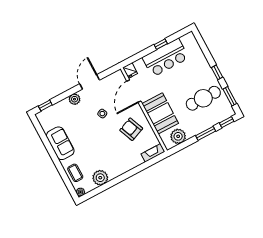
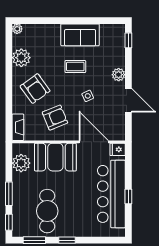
bar counter: (165, 58) -> (111, 194), width x1.36
armchair: (118, 155) -> (35, 89), added
coffee table: (75, 173) -> (75, 67), moved

